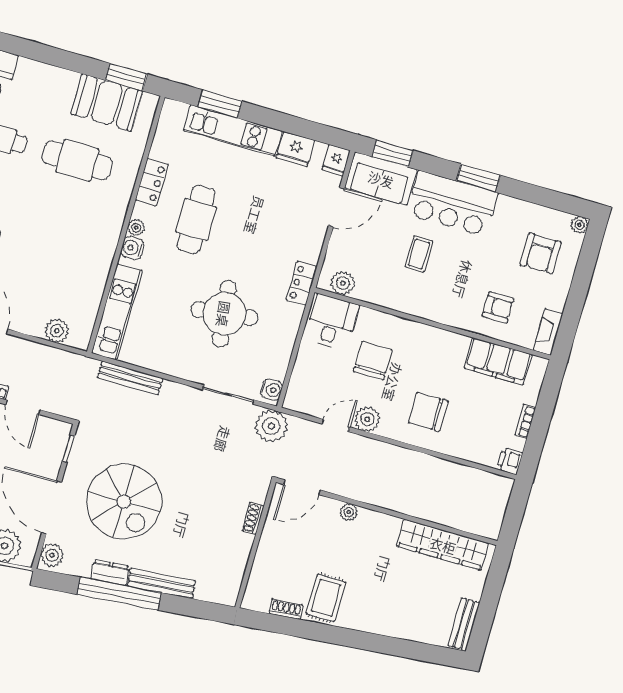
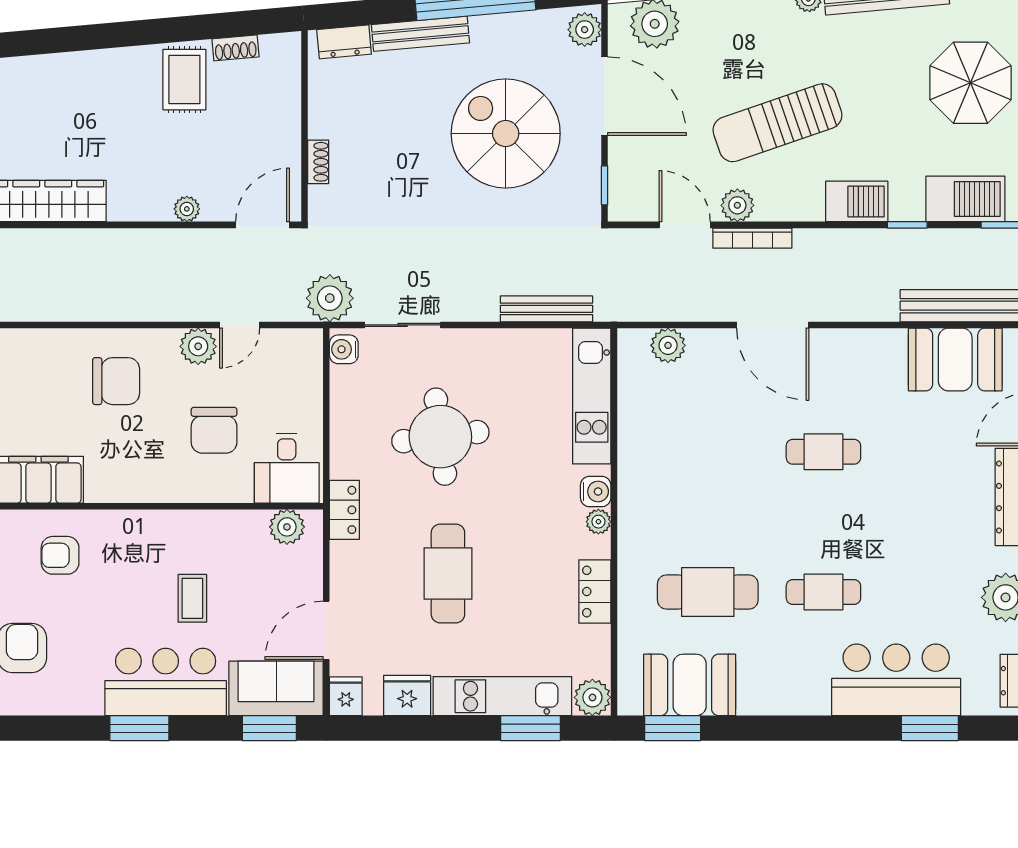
plant: (173, 113) -> (592, 697), added
cafe table: (196, 219) -> (448, 573), moved
dresser: (110, 573) -> (344, 42), moved

